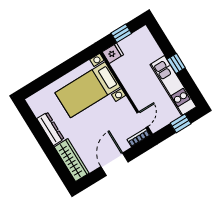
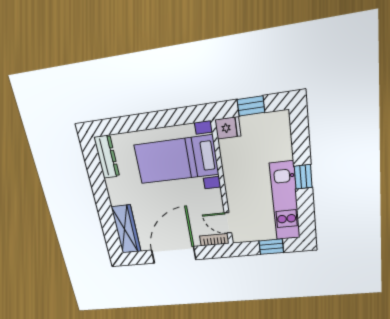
door: (142, 120) -> (228, 223), swing flipped
dresser: (50, 129) -> (107, 157), moved
door: (115, 164) -> (174, 255), width x1.36

